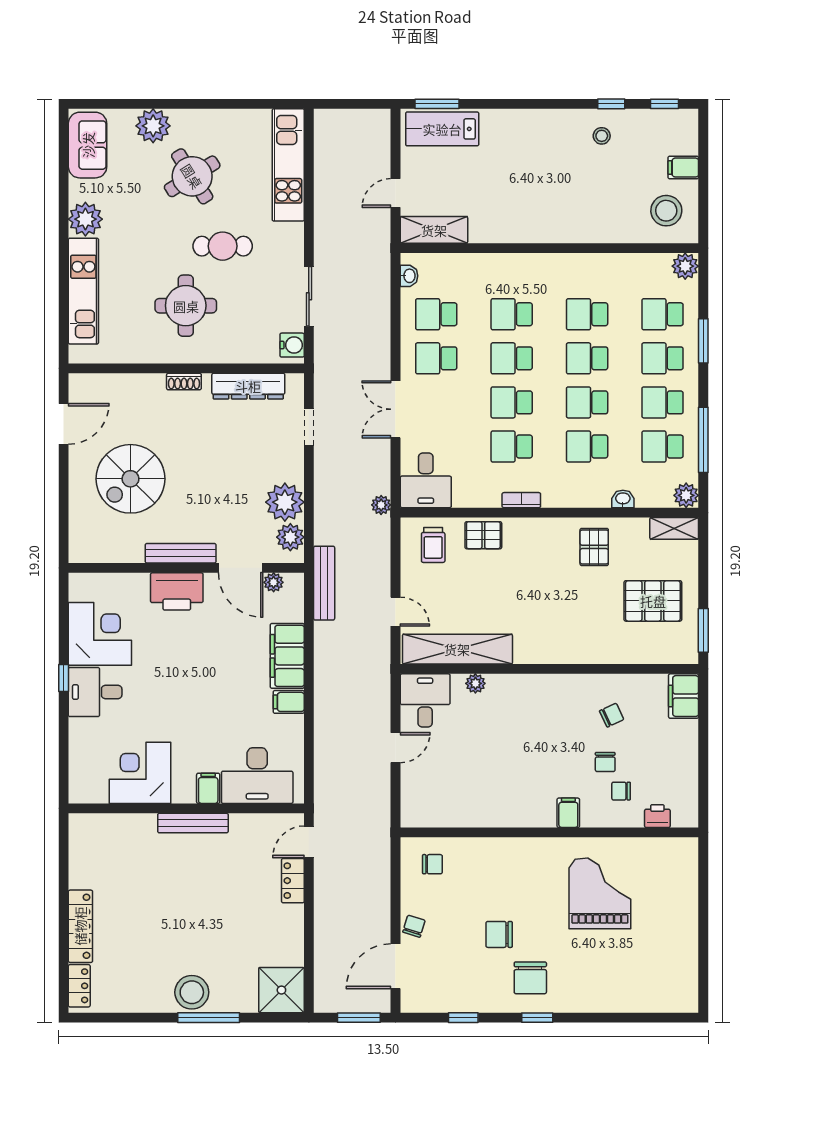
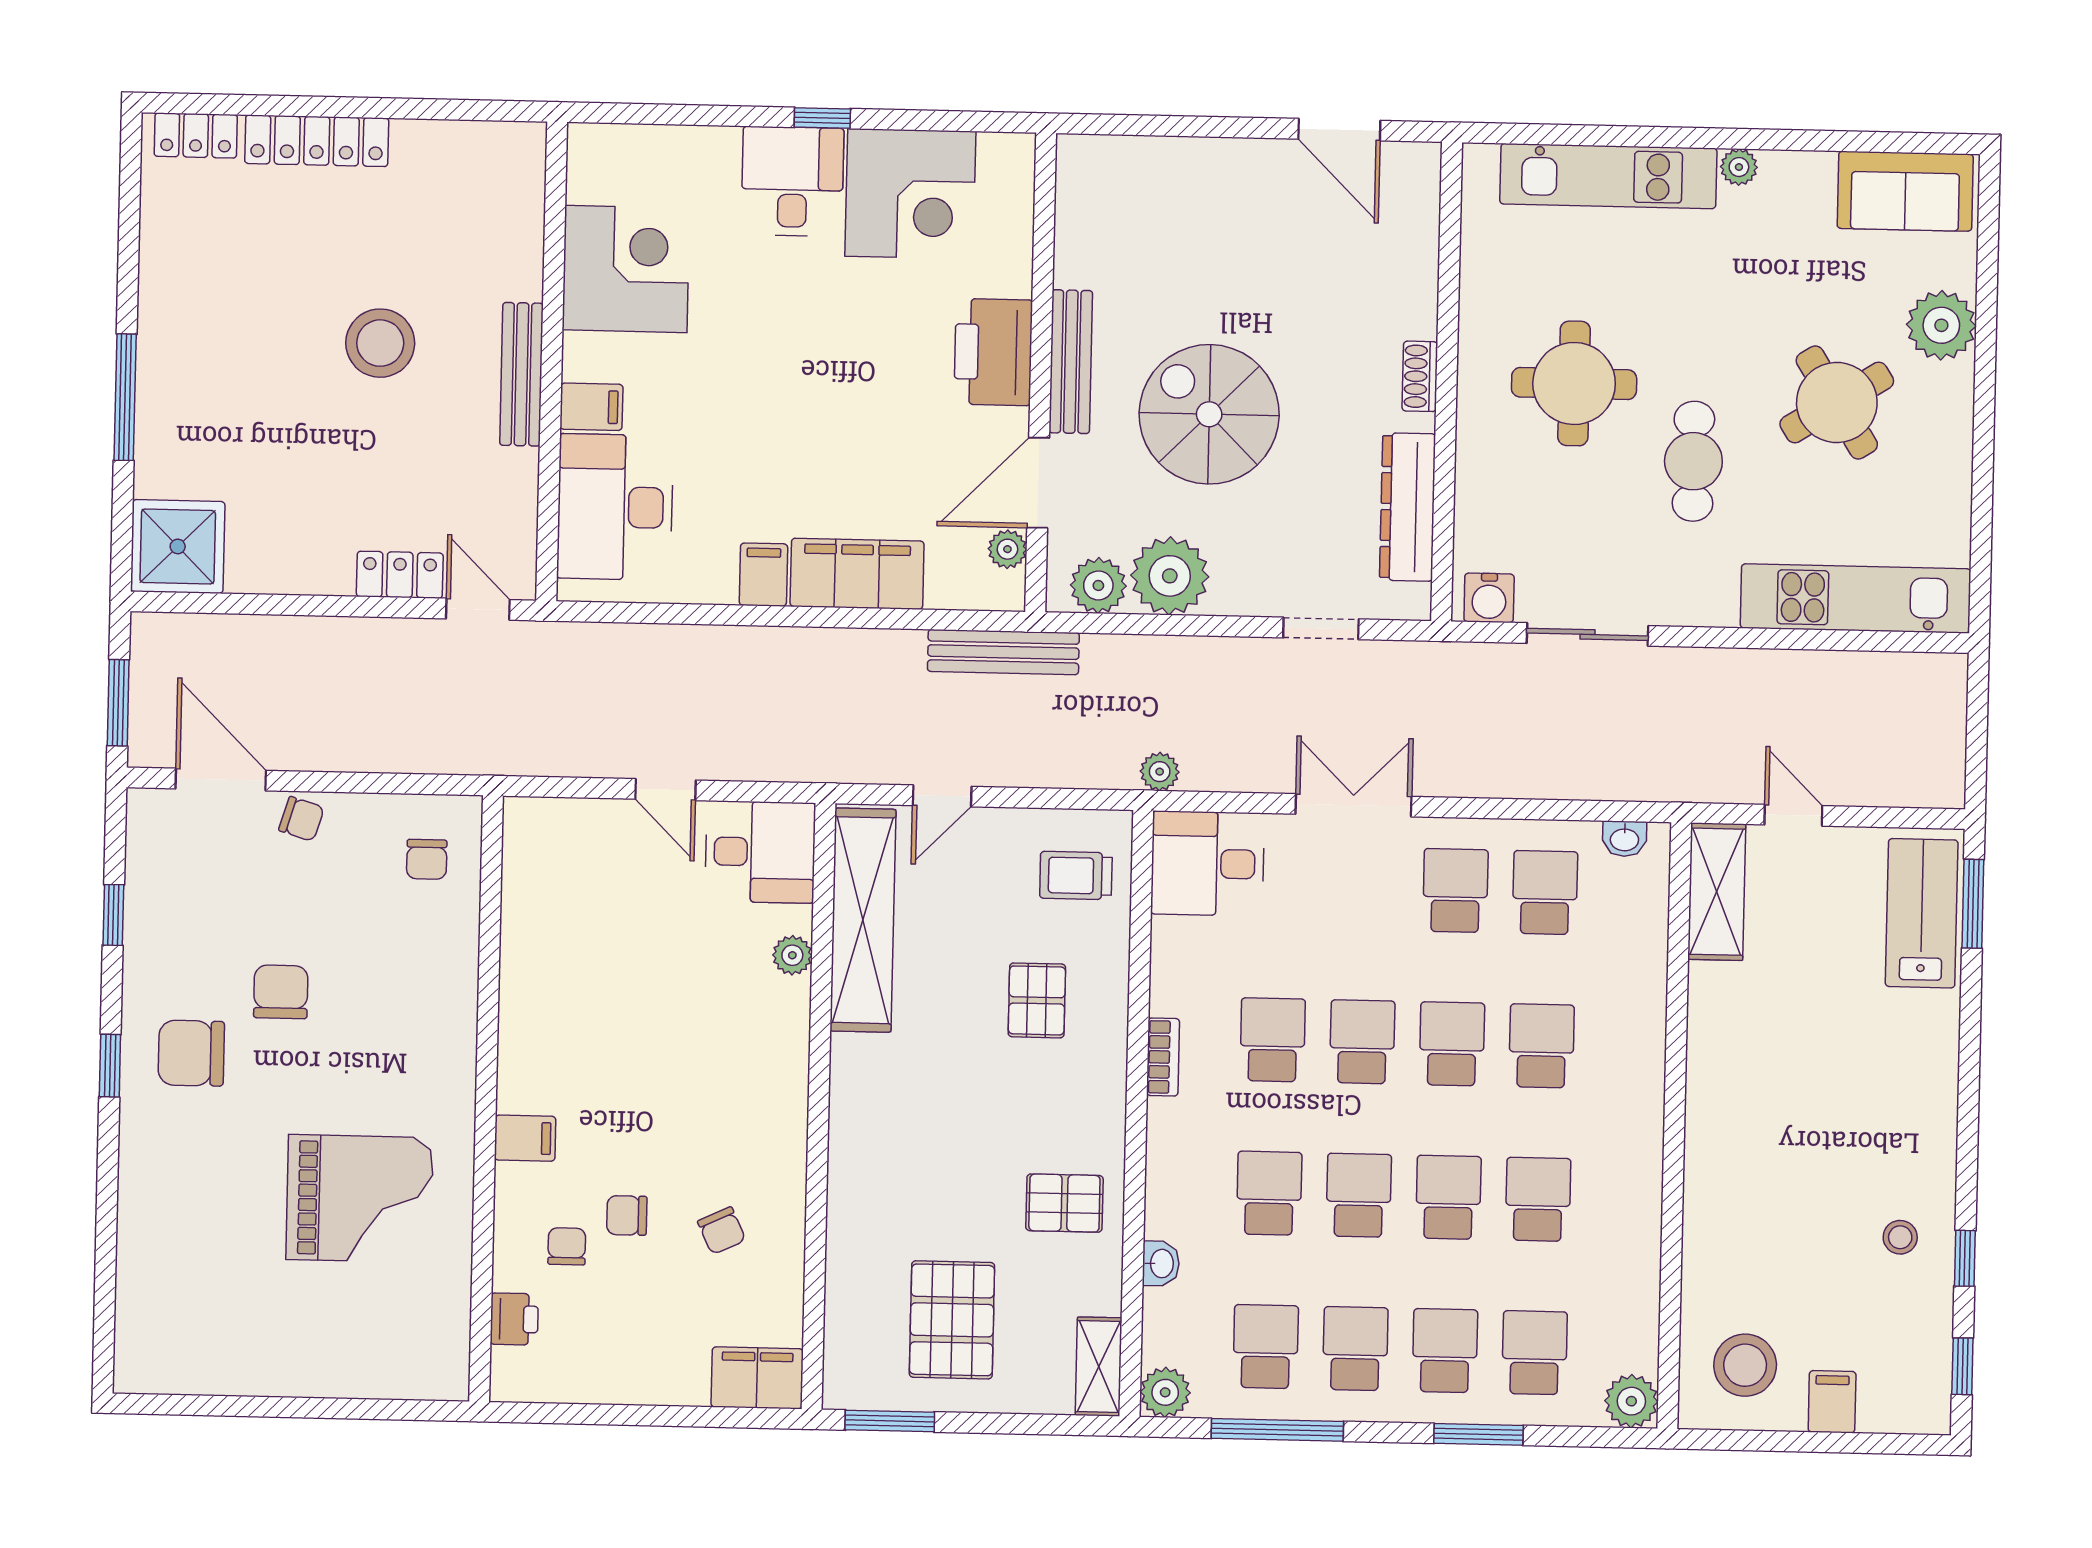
plant: (85, 219) -> (1739, 167), width x0.53, depth x0.53
spiral stairs: (130, 479) -> (1209, 414), moved
pallet: (483, 535) -> (1037, 1000), moved
stool: (192, 992) -> (380, 343), moved

